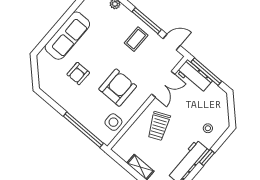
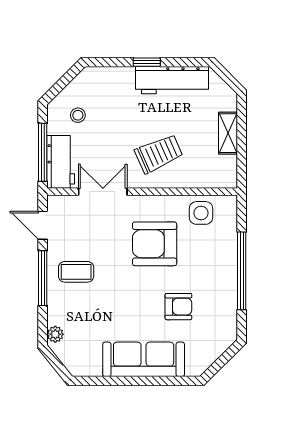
stool: (208, 128) -> (78, 115), moved
window: (83, 130) -> (242, 271), moved

